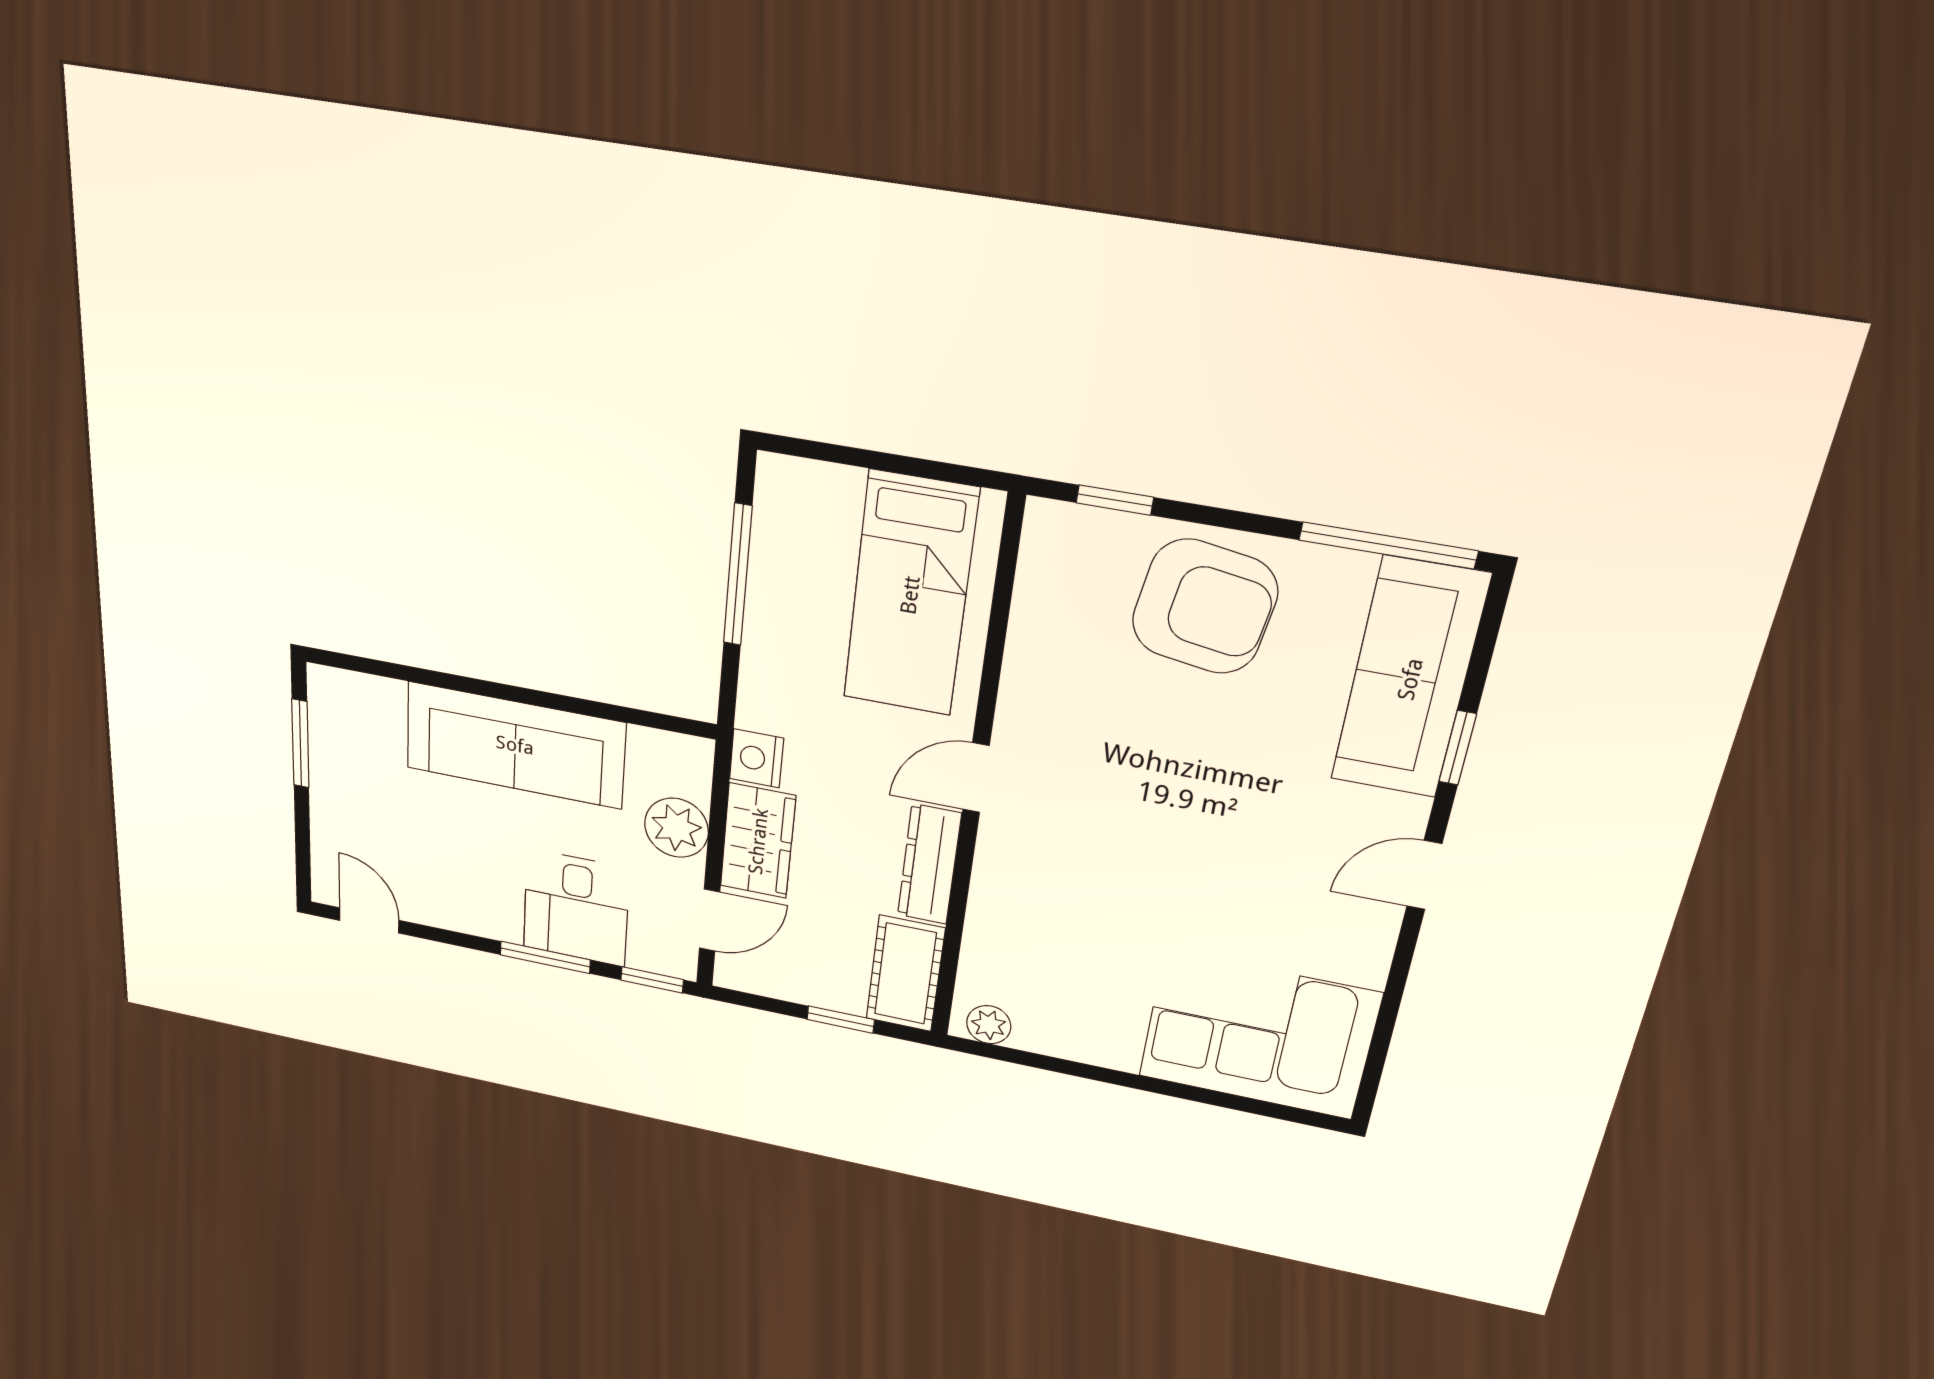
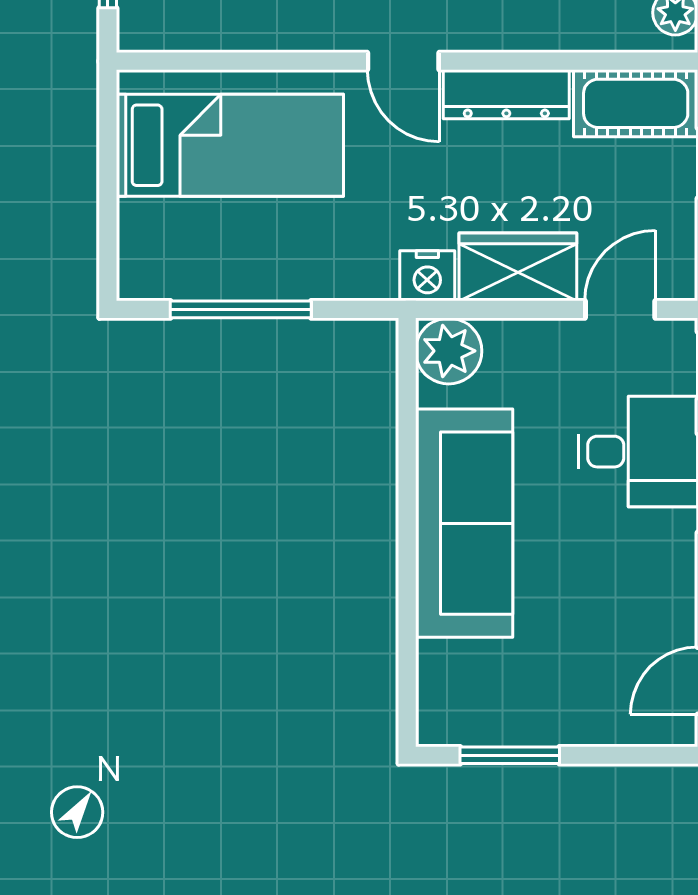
plant: (676, 828) -> (449, 351), moved
door: (710, 920) -> (620, 309), hinge flipped

